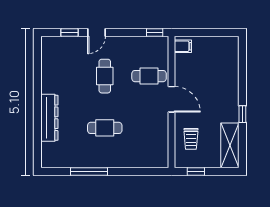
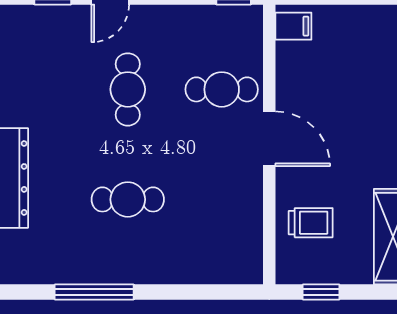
trolley: (191, 139) -> (311, 223), turned -90

